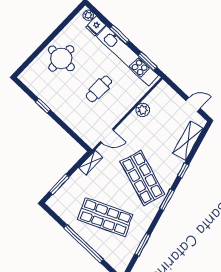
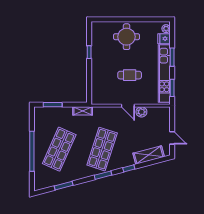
door: (107, 136) -> (128, 106), moved
shop shelf: (105, 217) -> (59, 149), turned 48

